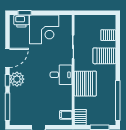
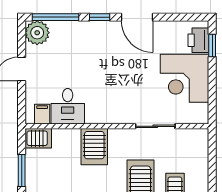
desk: (61, 75) -> (68, 106), moved
plant: (17, 79) -> (37, 33), moved
server rack: (85, 84) -> (94, 147), width x0.62

